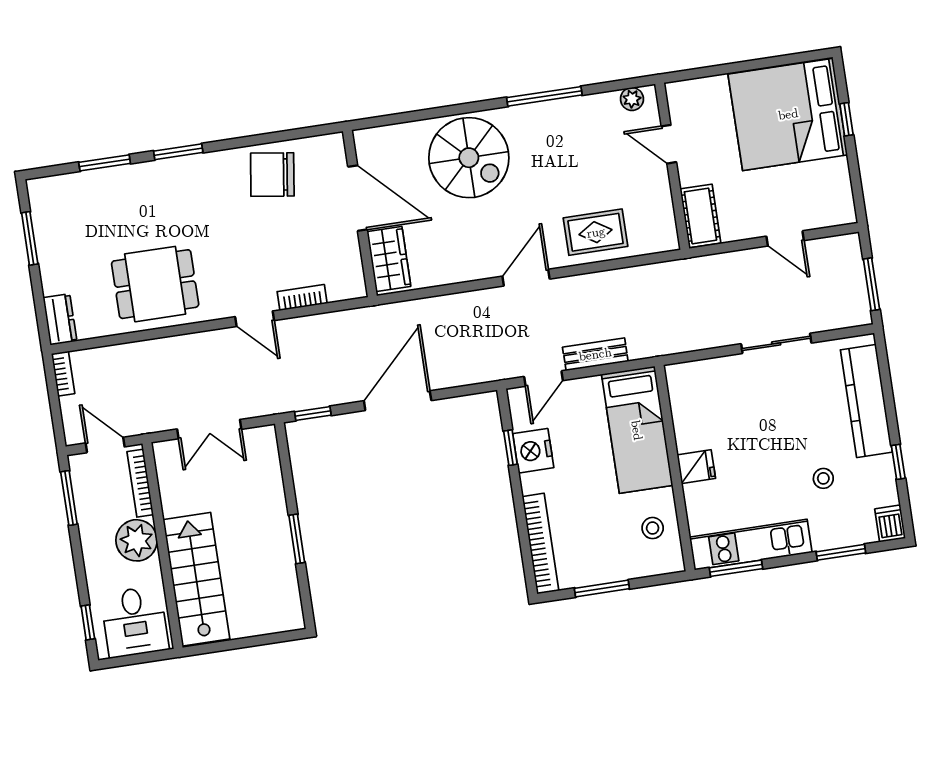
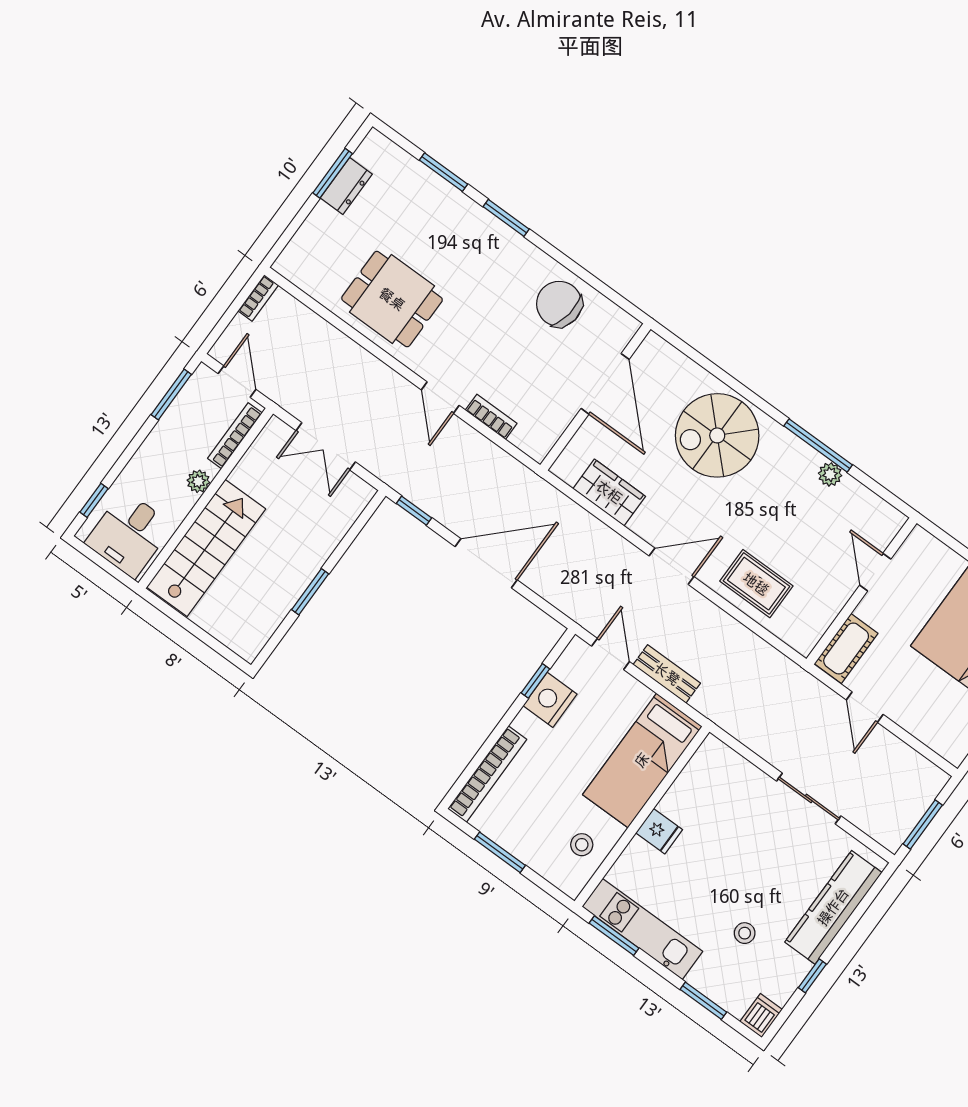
plant: (632, 99) -> (830, 474), moved
spiral stairs: (469, 158) -> (717, 435), turned 90
door: (785, 238) -> (865, 707), moved
wardrobe: (389, 259) -> (609, 492), moved, turned -90
dresser: (60, 319) -> (346, 186), moved
door: (544, 379) -> (611, 654), swing flipped
plant: (137, 540) -> (198, 481), width x0.53, depth x0.53

